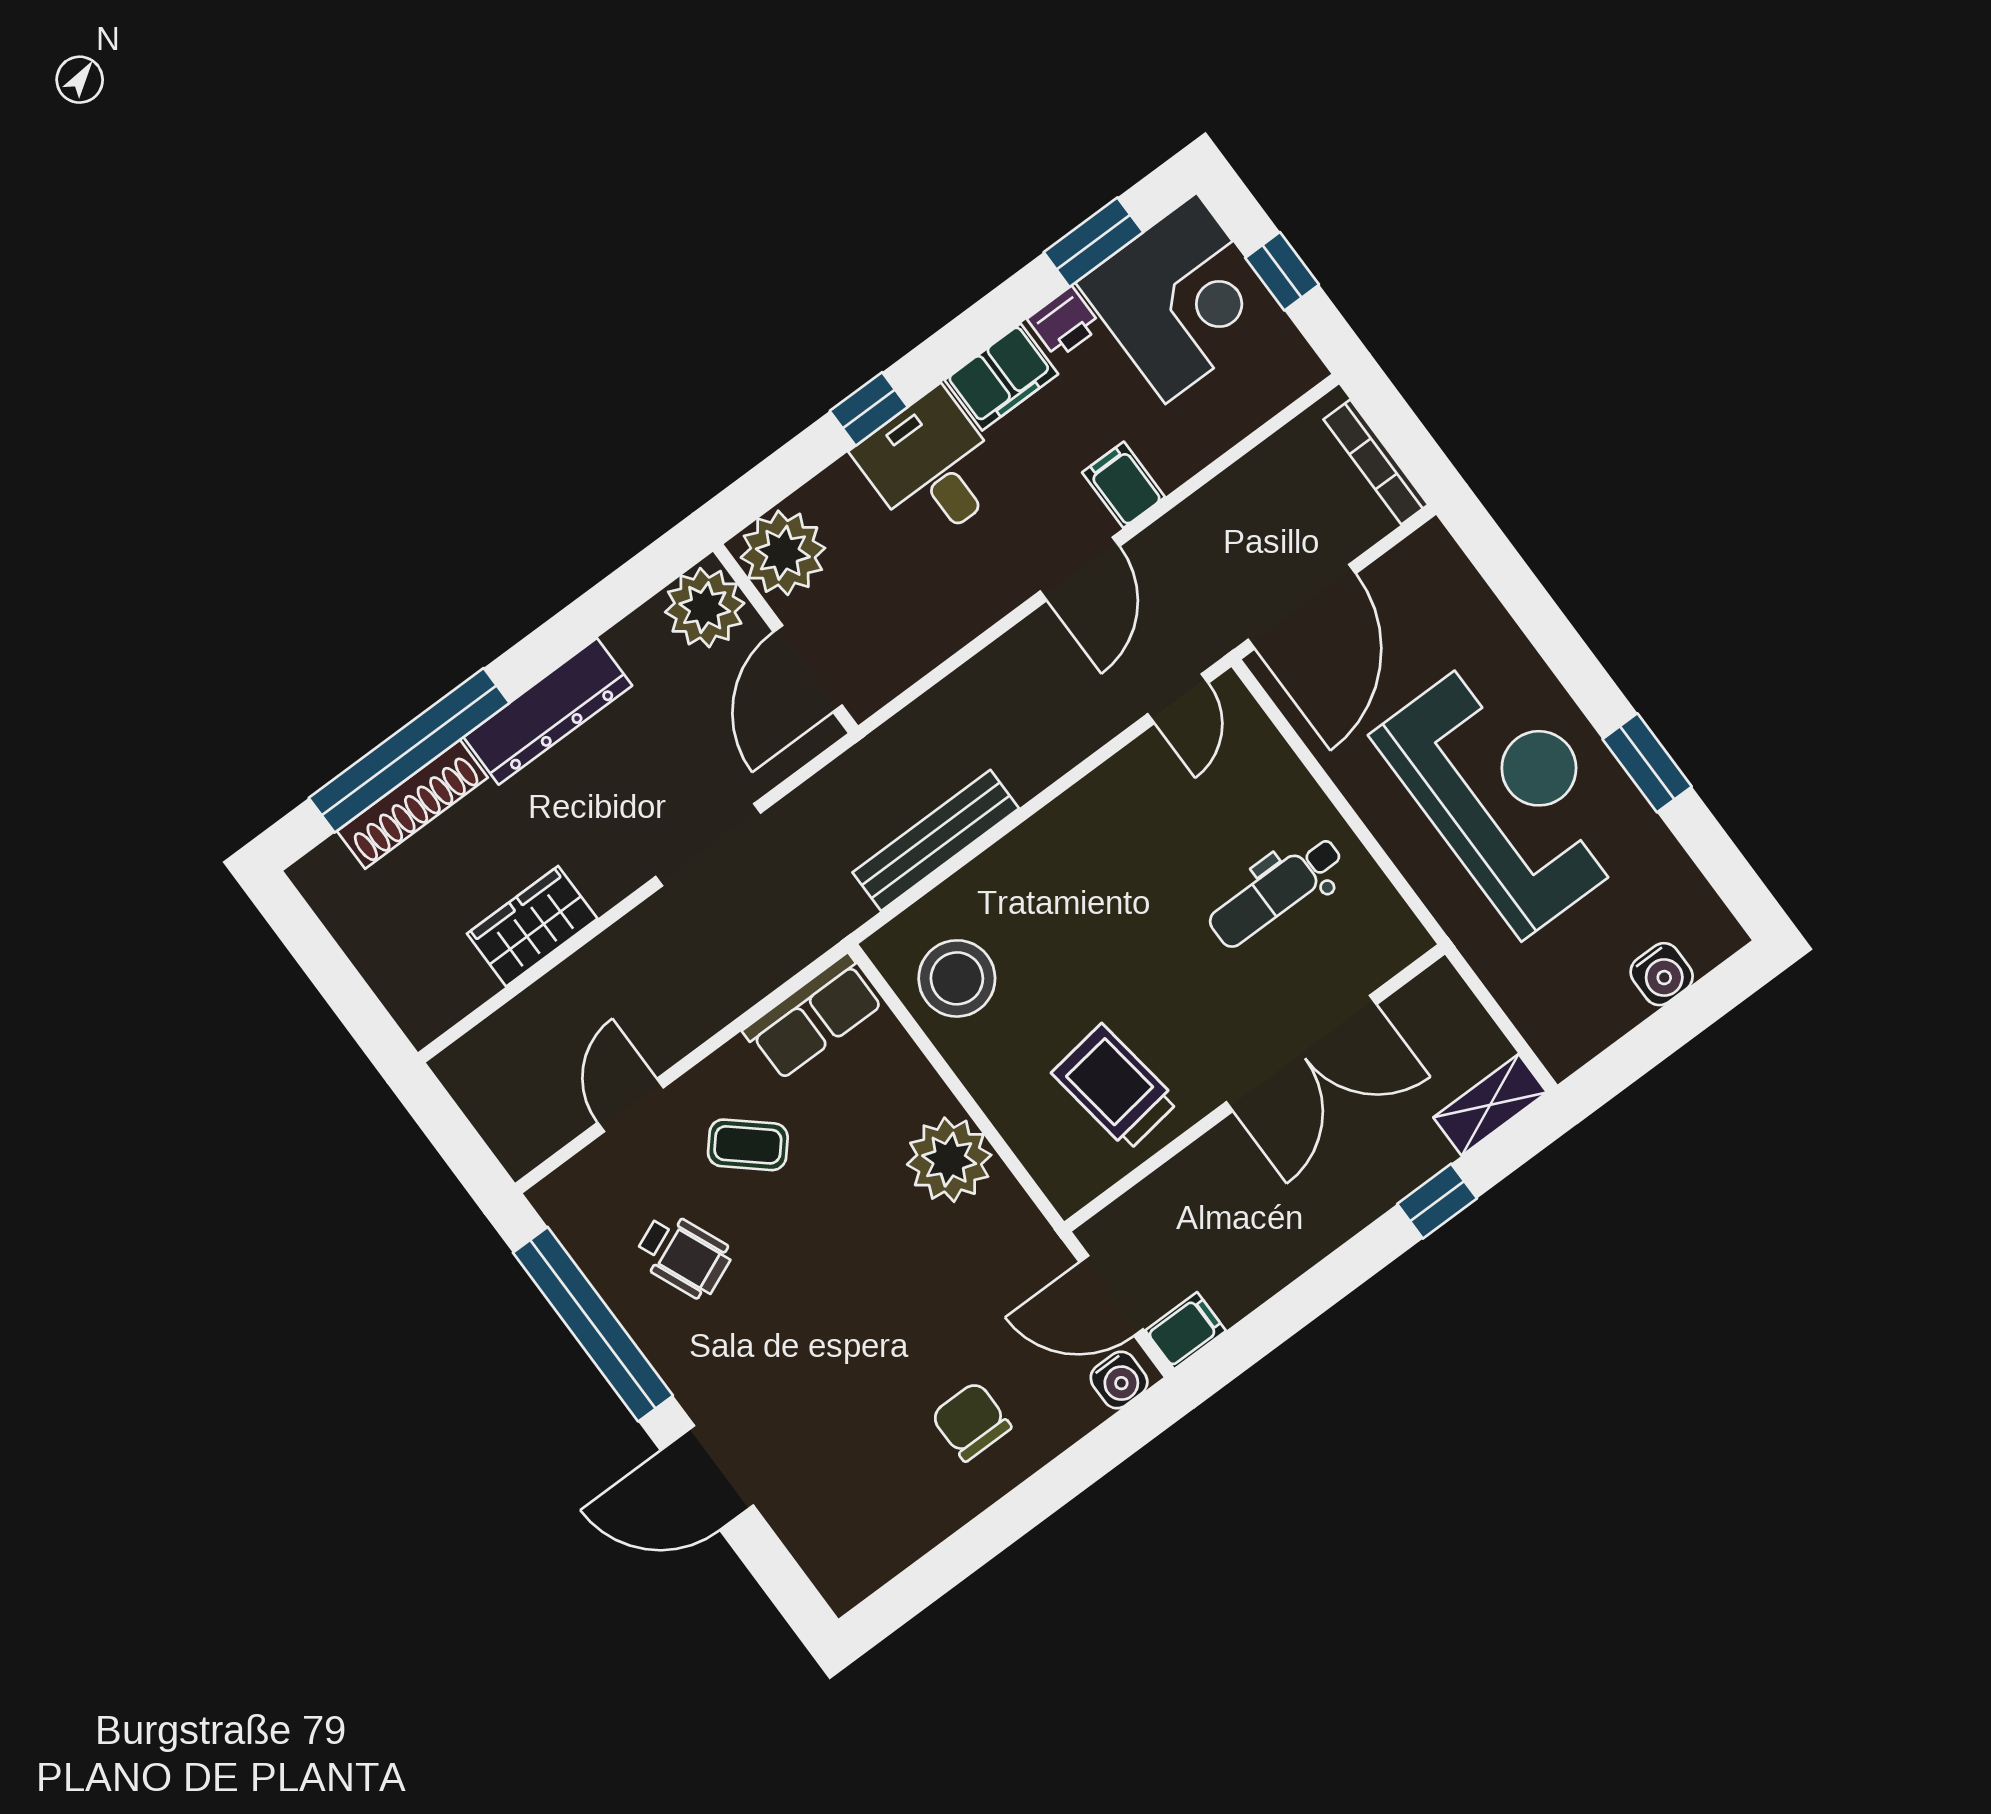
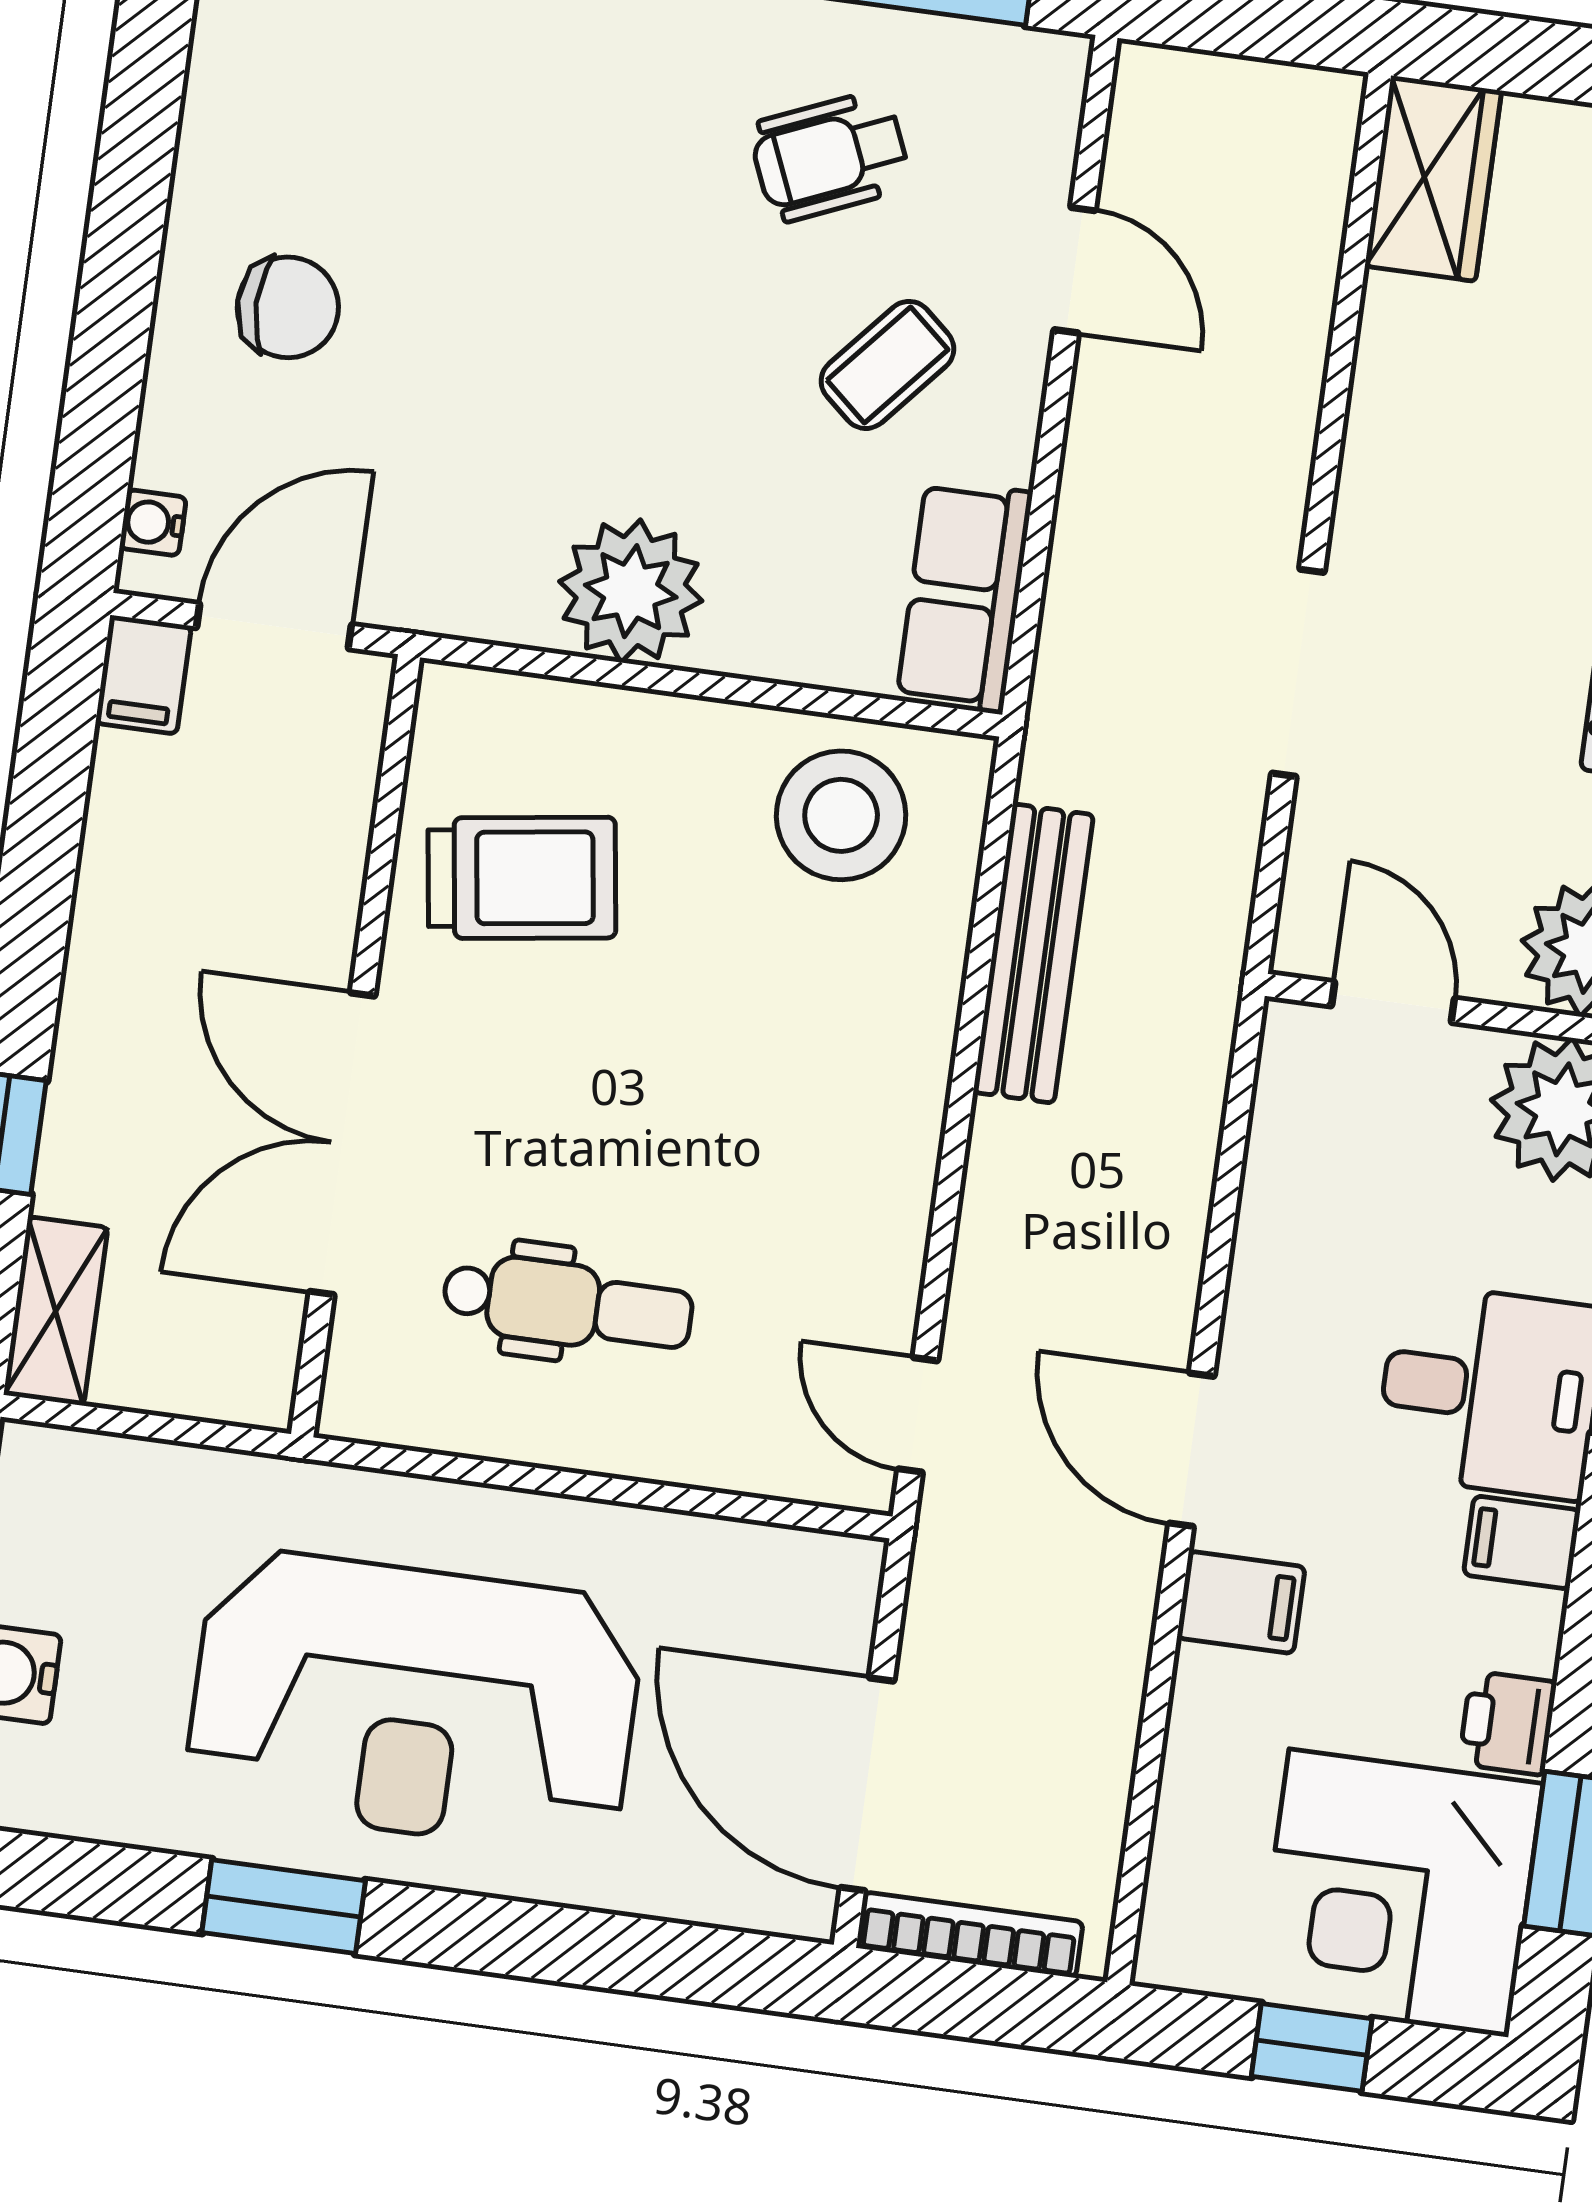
filing cabinet: (1001, 377) -> (1522, 1542), width x0.50
door: (1302, 607) -> (867, 1784), moved
door: (808, 669) -> (1393, 1002), width x0.73
dental chair: (1276, 892) -> (568, 1305), turned 90
wardrobe: (532, 926) -> (1433, 178), moved
water cooler: (1119, 1380) -> (153, 523), width x0.72, depth x0.72

